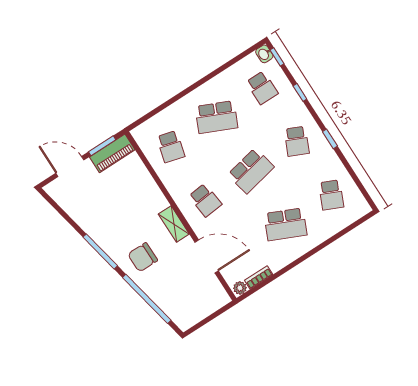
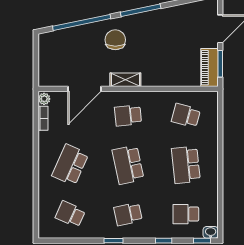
school desk: (216, 117) -> (186, 165), turned -30
school desk: (297, 141) -> (128, 214), turned -36

